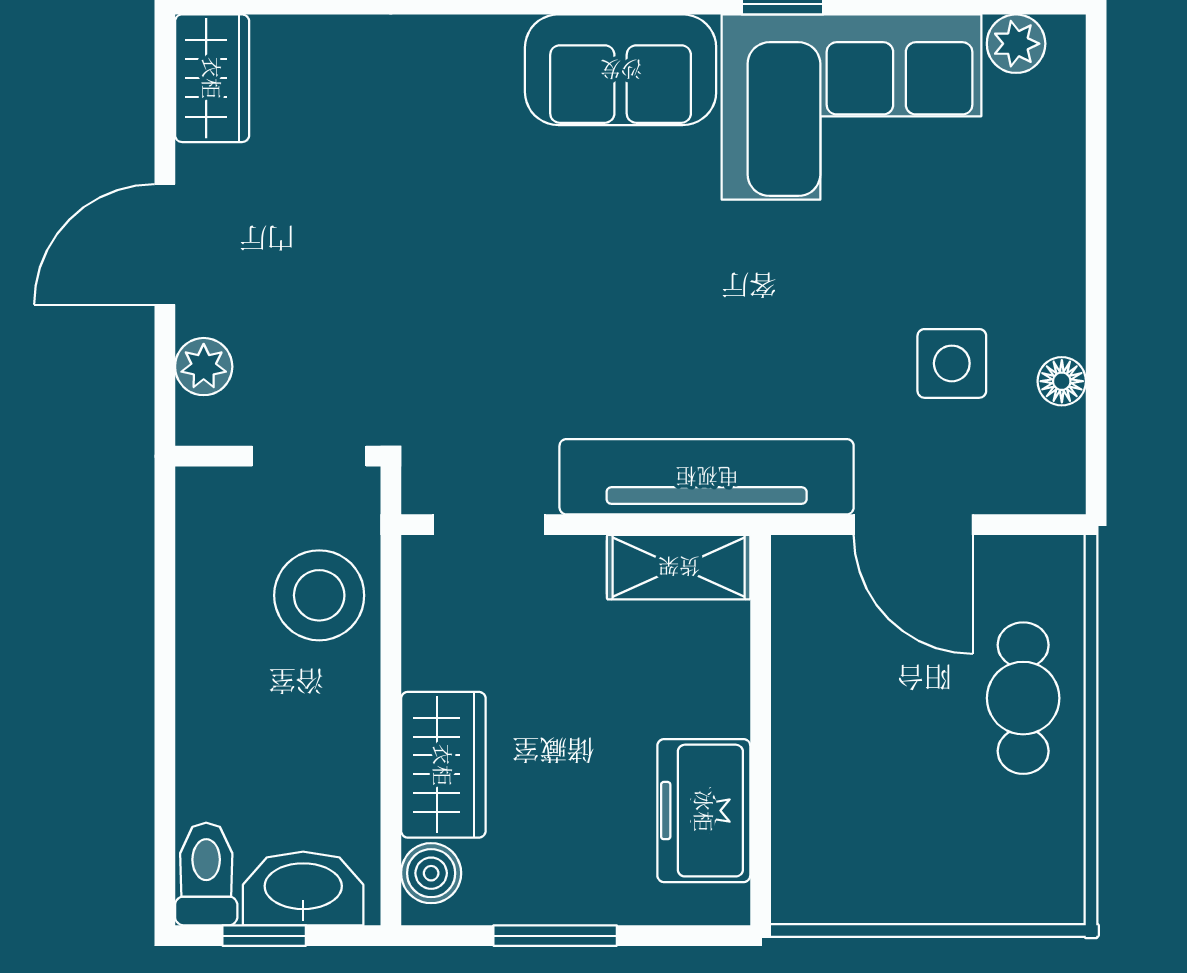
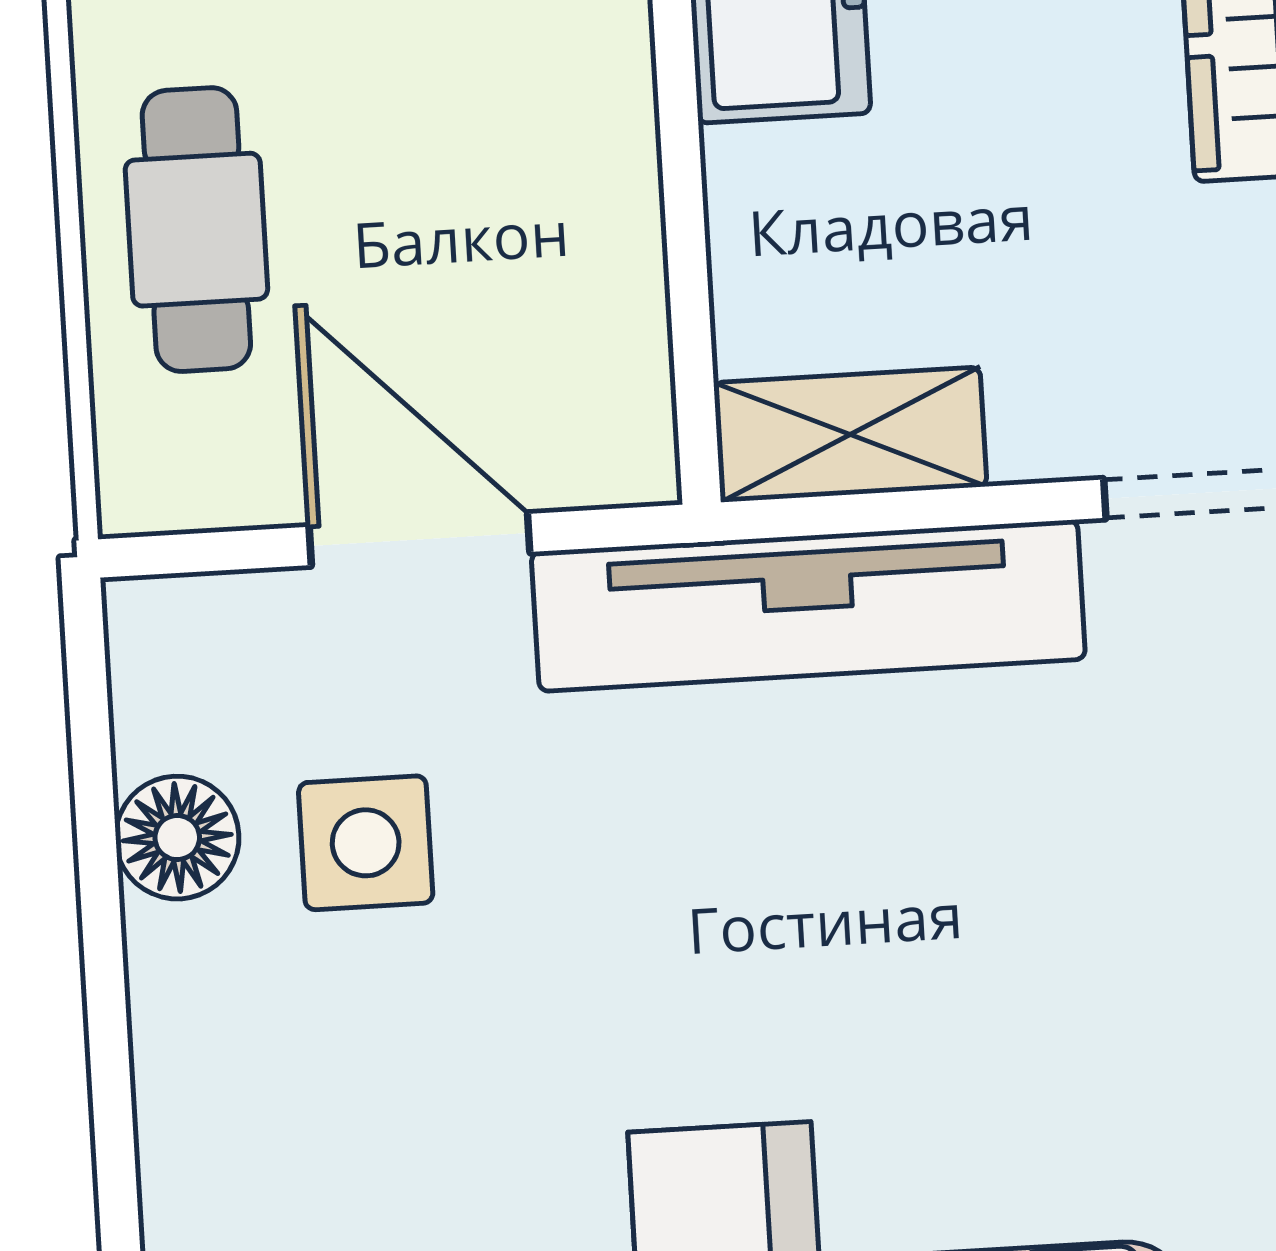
floor lamp: (1062, 381) -> (177, 838), width x1.37, depth x1.37

